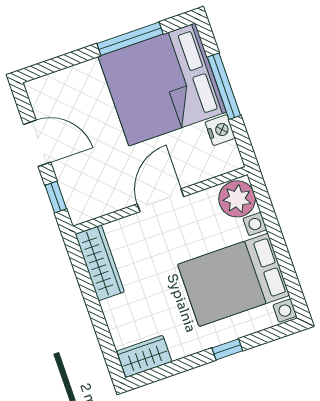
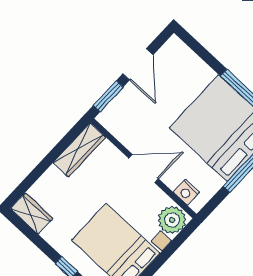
nightstand: (220, 130) -> (186, 192), moved, turned 90
window: (56, 197) -> (108, 96), width x1.50

